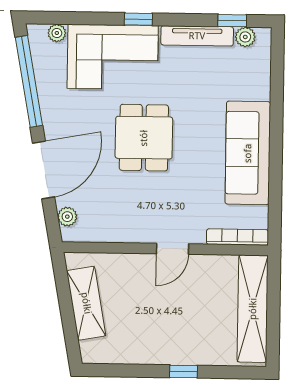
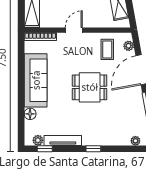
corner sofa: (113, 57) -> (106, 129), removed
floor lamp: (260, 88) -> (30, 114), added
dining table: (144, 138) -> (90, 87), turned 90
coffee table: (109, 210) -> (107, 49), added

